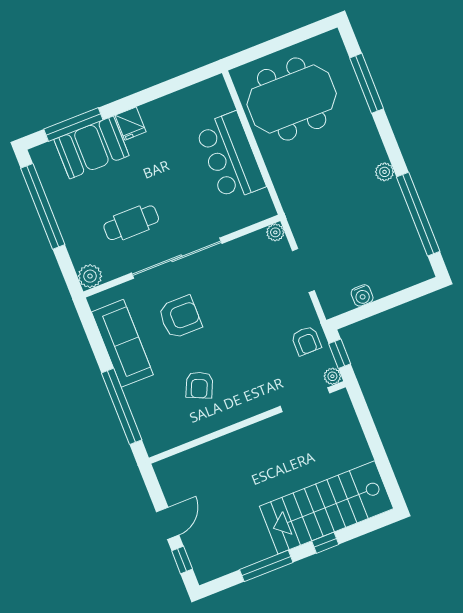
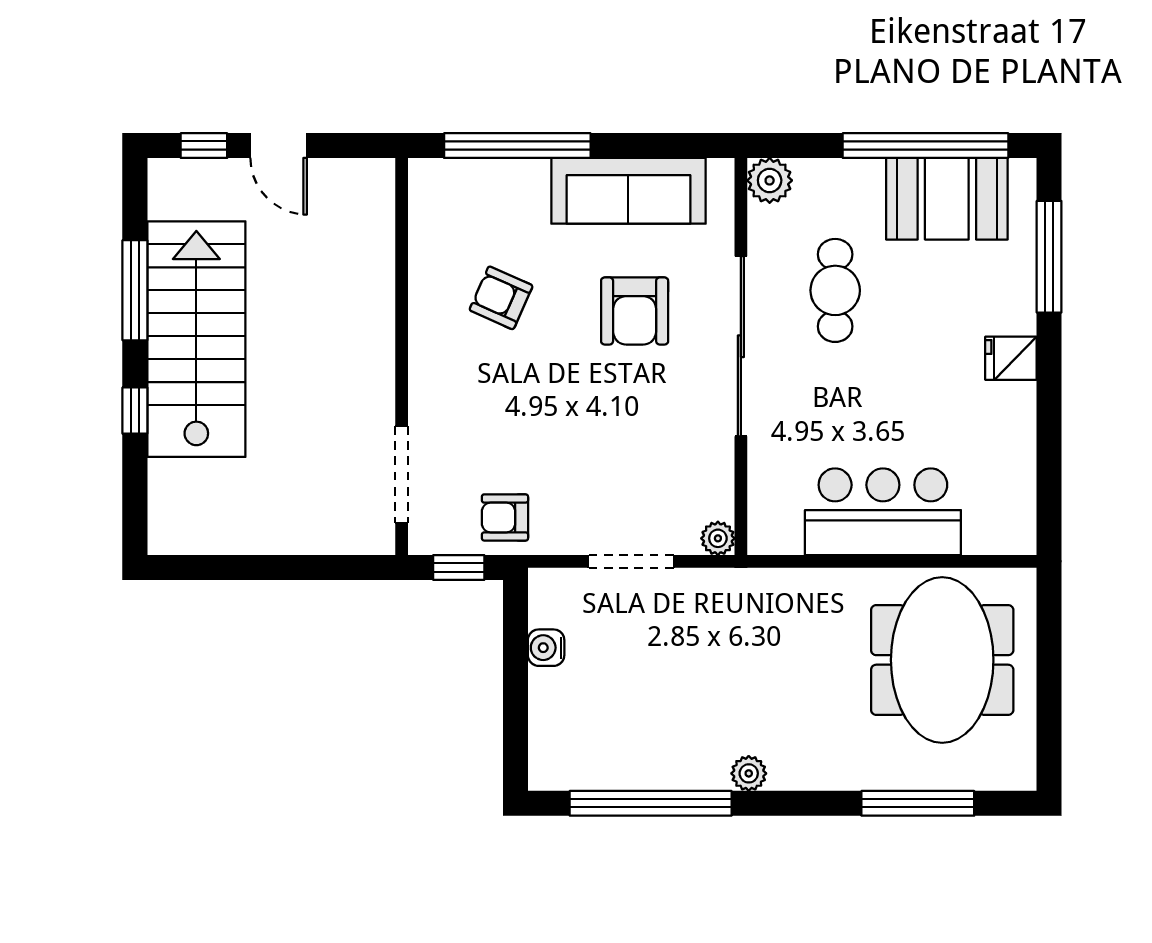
booth: (91, 147) -> (947, 199), moved, turned 90
plant: (332, 376) -> (424, 539), removed
stairs: (326, 507) -> (196, 339), moved

